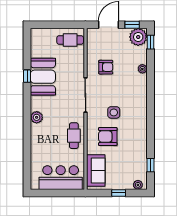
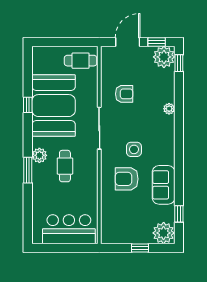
plant: (142, 69) -> (169, 109), moved
booth: (43, 77) -> (54, 106), width x1.36, depth x1.42
window: (27, 129) -> (28, 170), added
cafe table: (74, 136) -> (65, 166), moved
sofa: (96, 170) -> (164, 185), moved, turned 180
plant: (138, 185) -> (164, 233), width x1.87, depth x1.87

